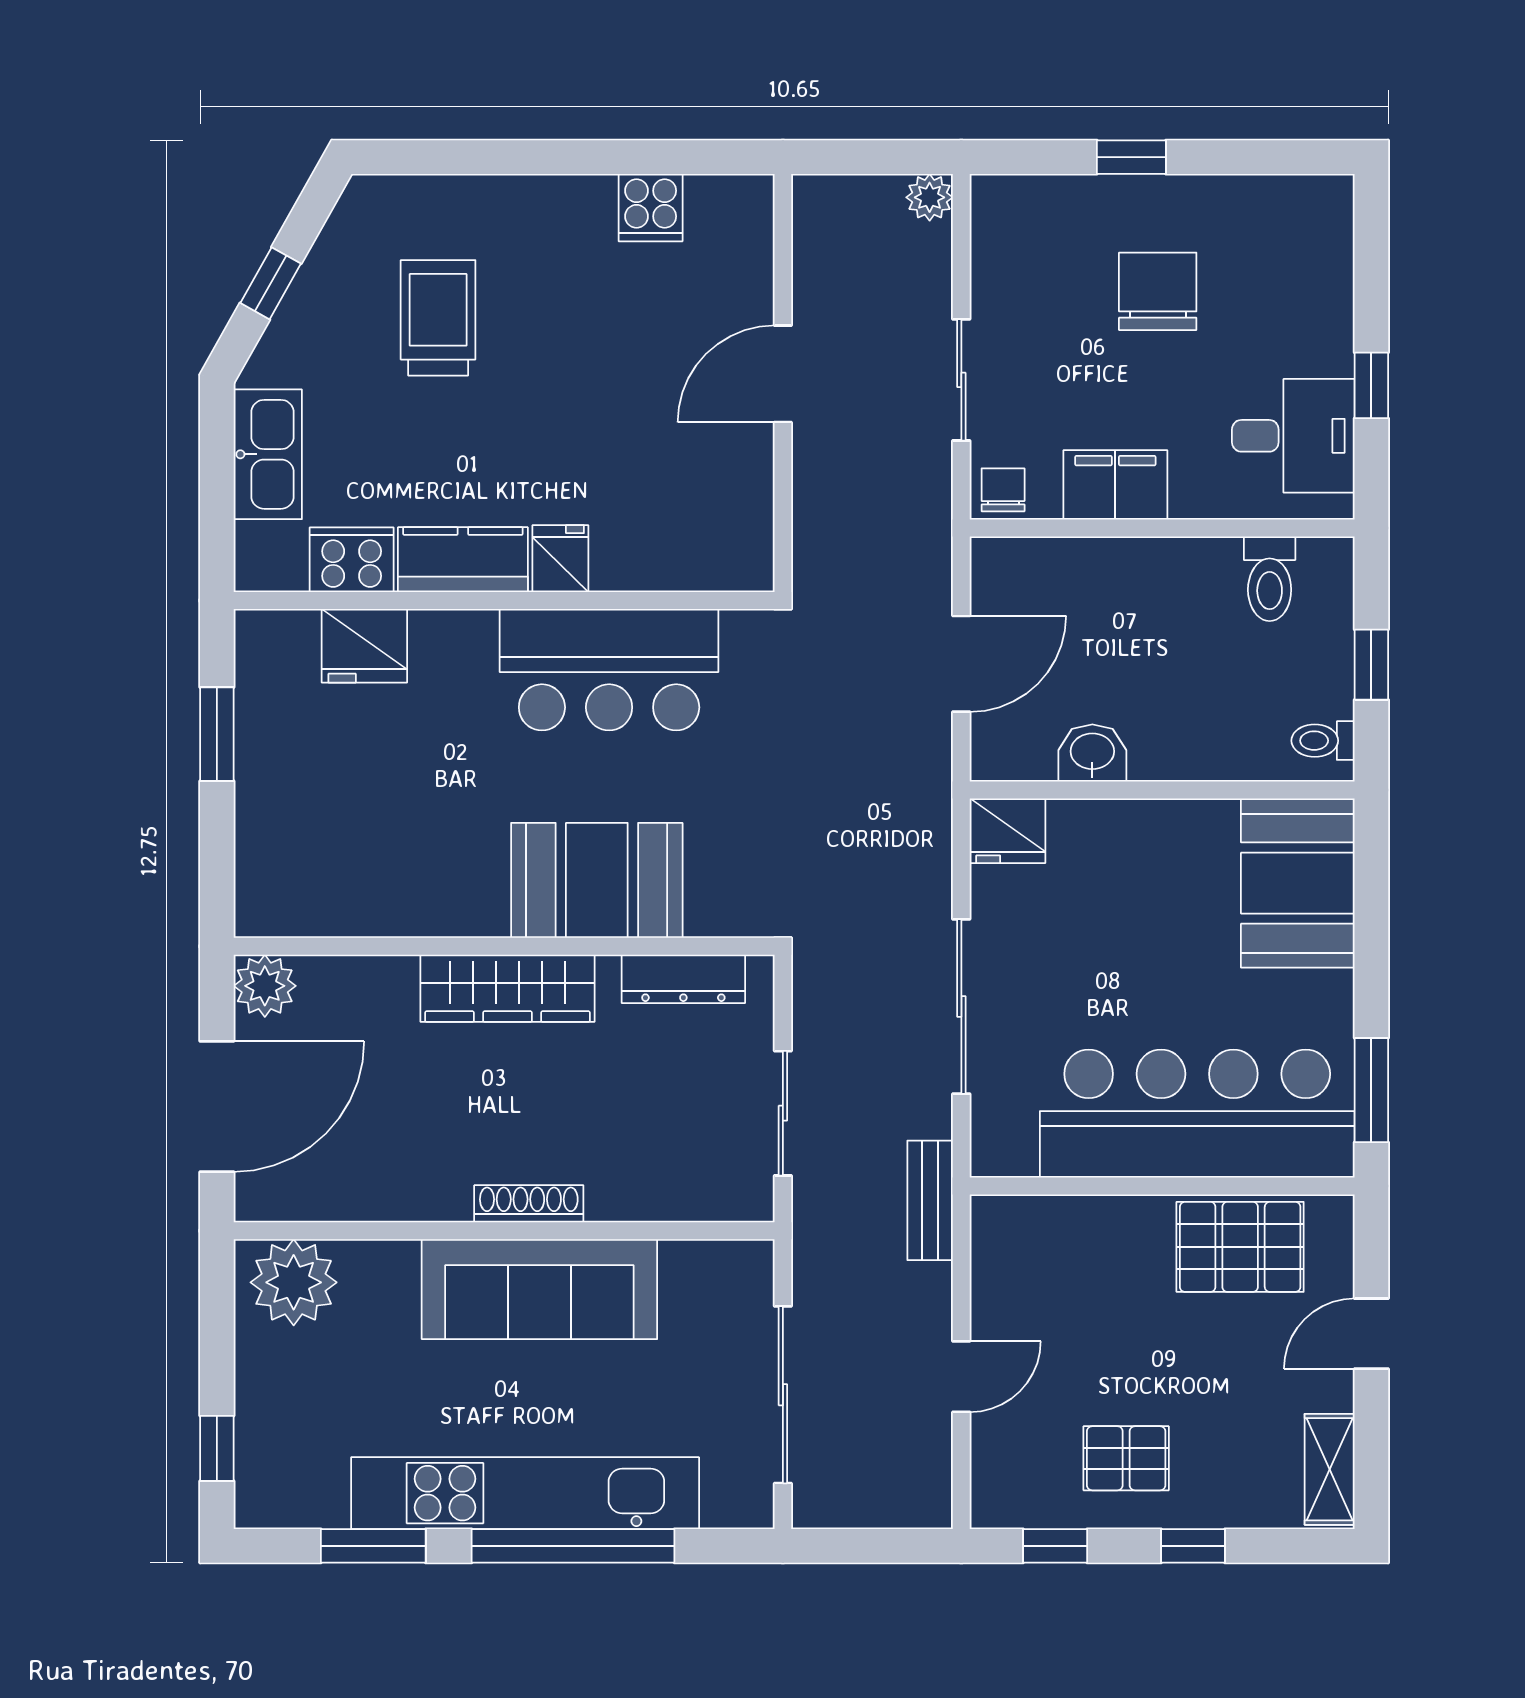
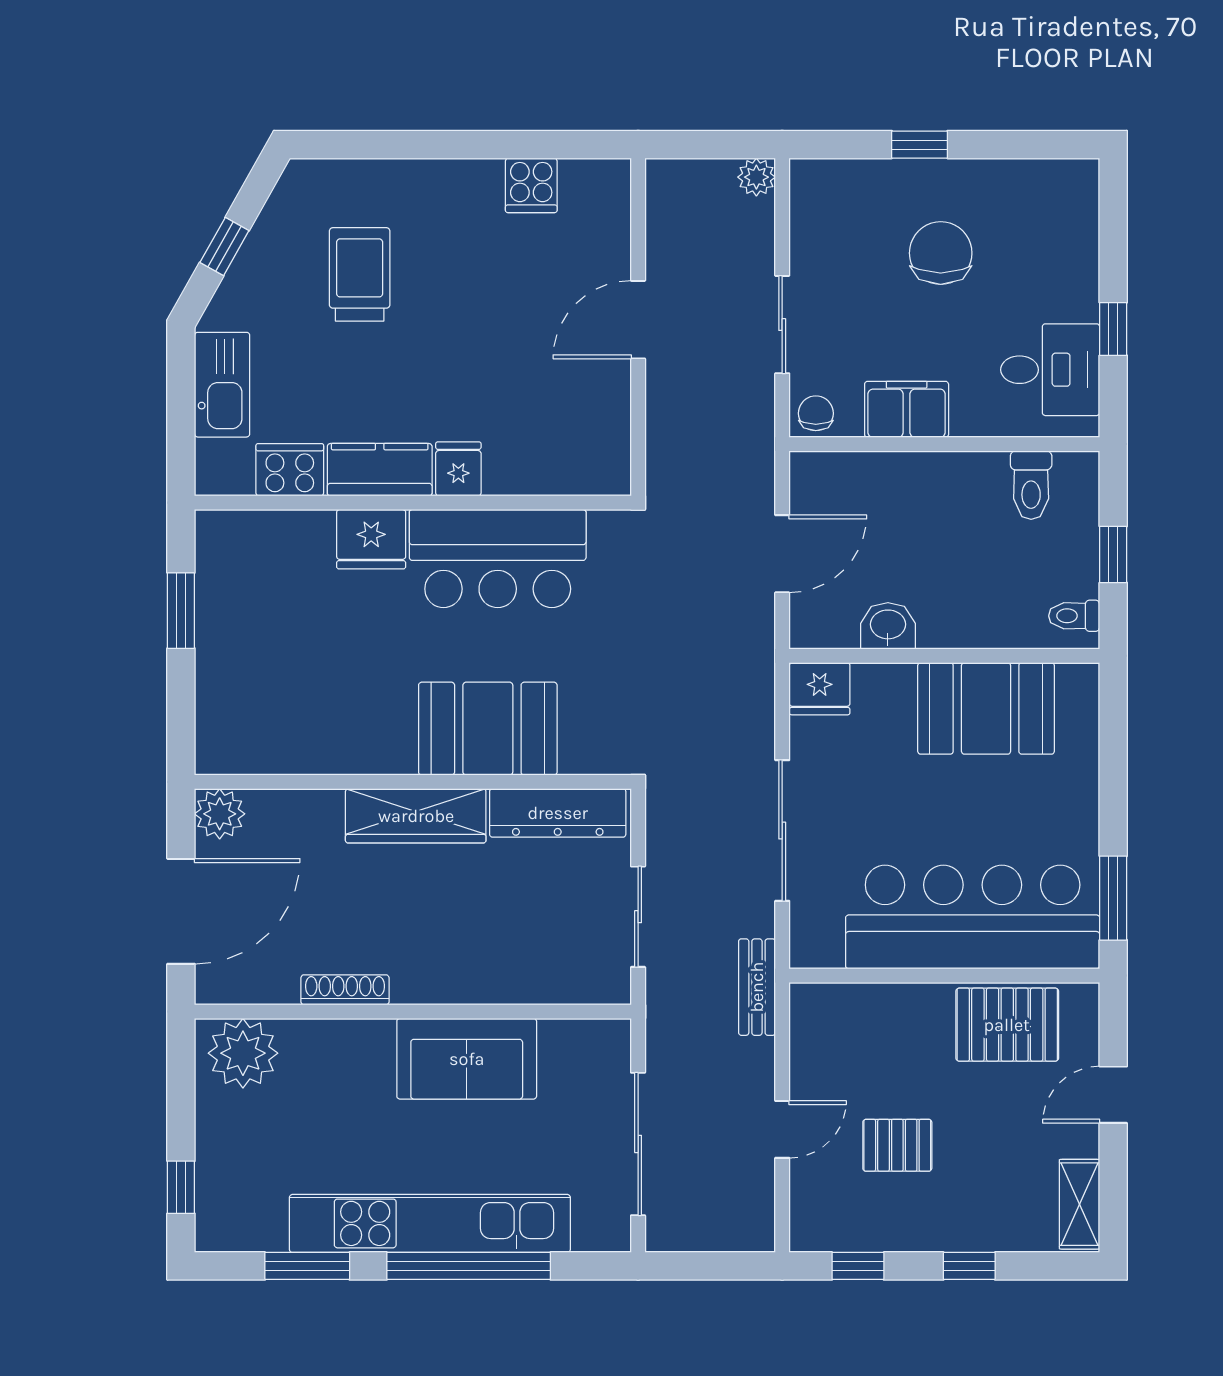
fridge: (364, 646) -> (371, 539), moved
booth: (1298, 883) -> (986, 708), moved, turned 90
dresser: (683, 979) -> (558, 813), width x1.37, depth x1.24
shoe rack: (529, 1204) -> (345, 990), moved
sofa: (539, 1289) -> (467, 1059), width x0.73
pallet: (1126, 1458) -> (897, 1145), moved

